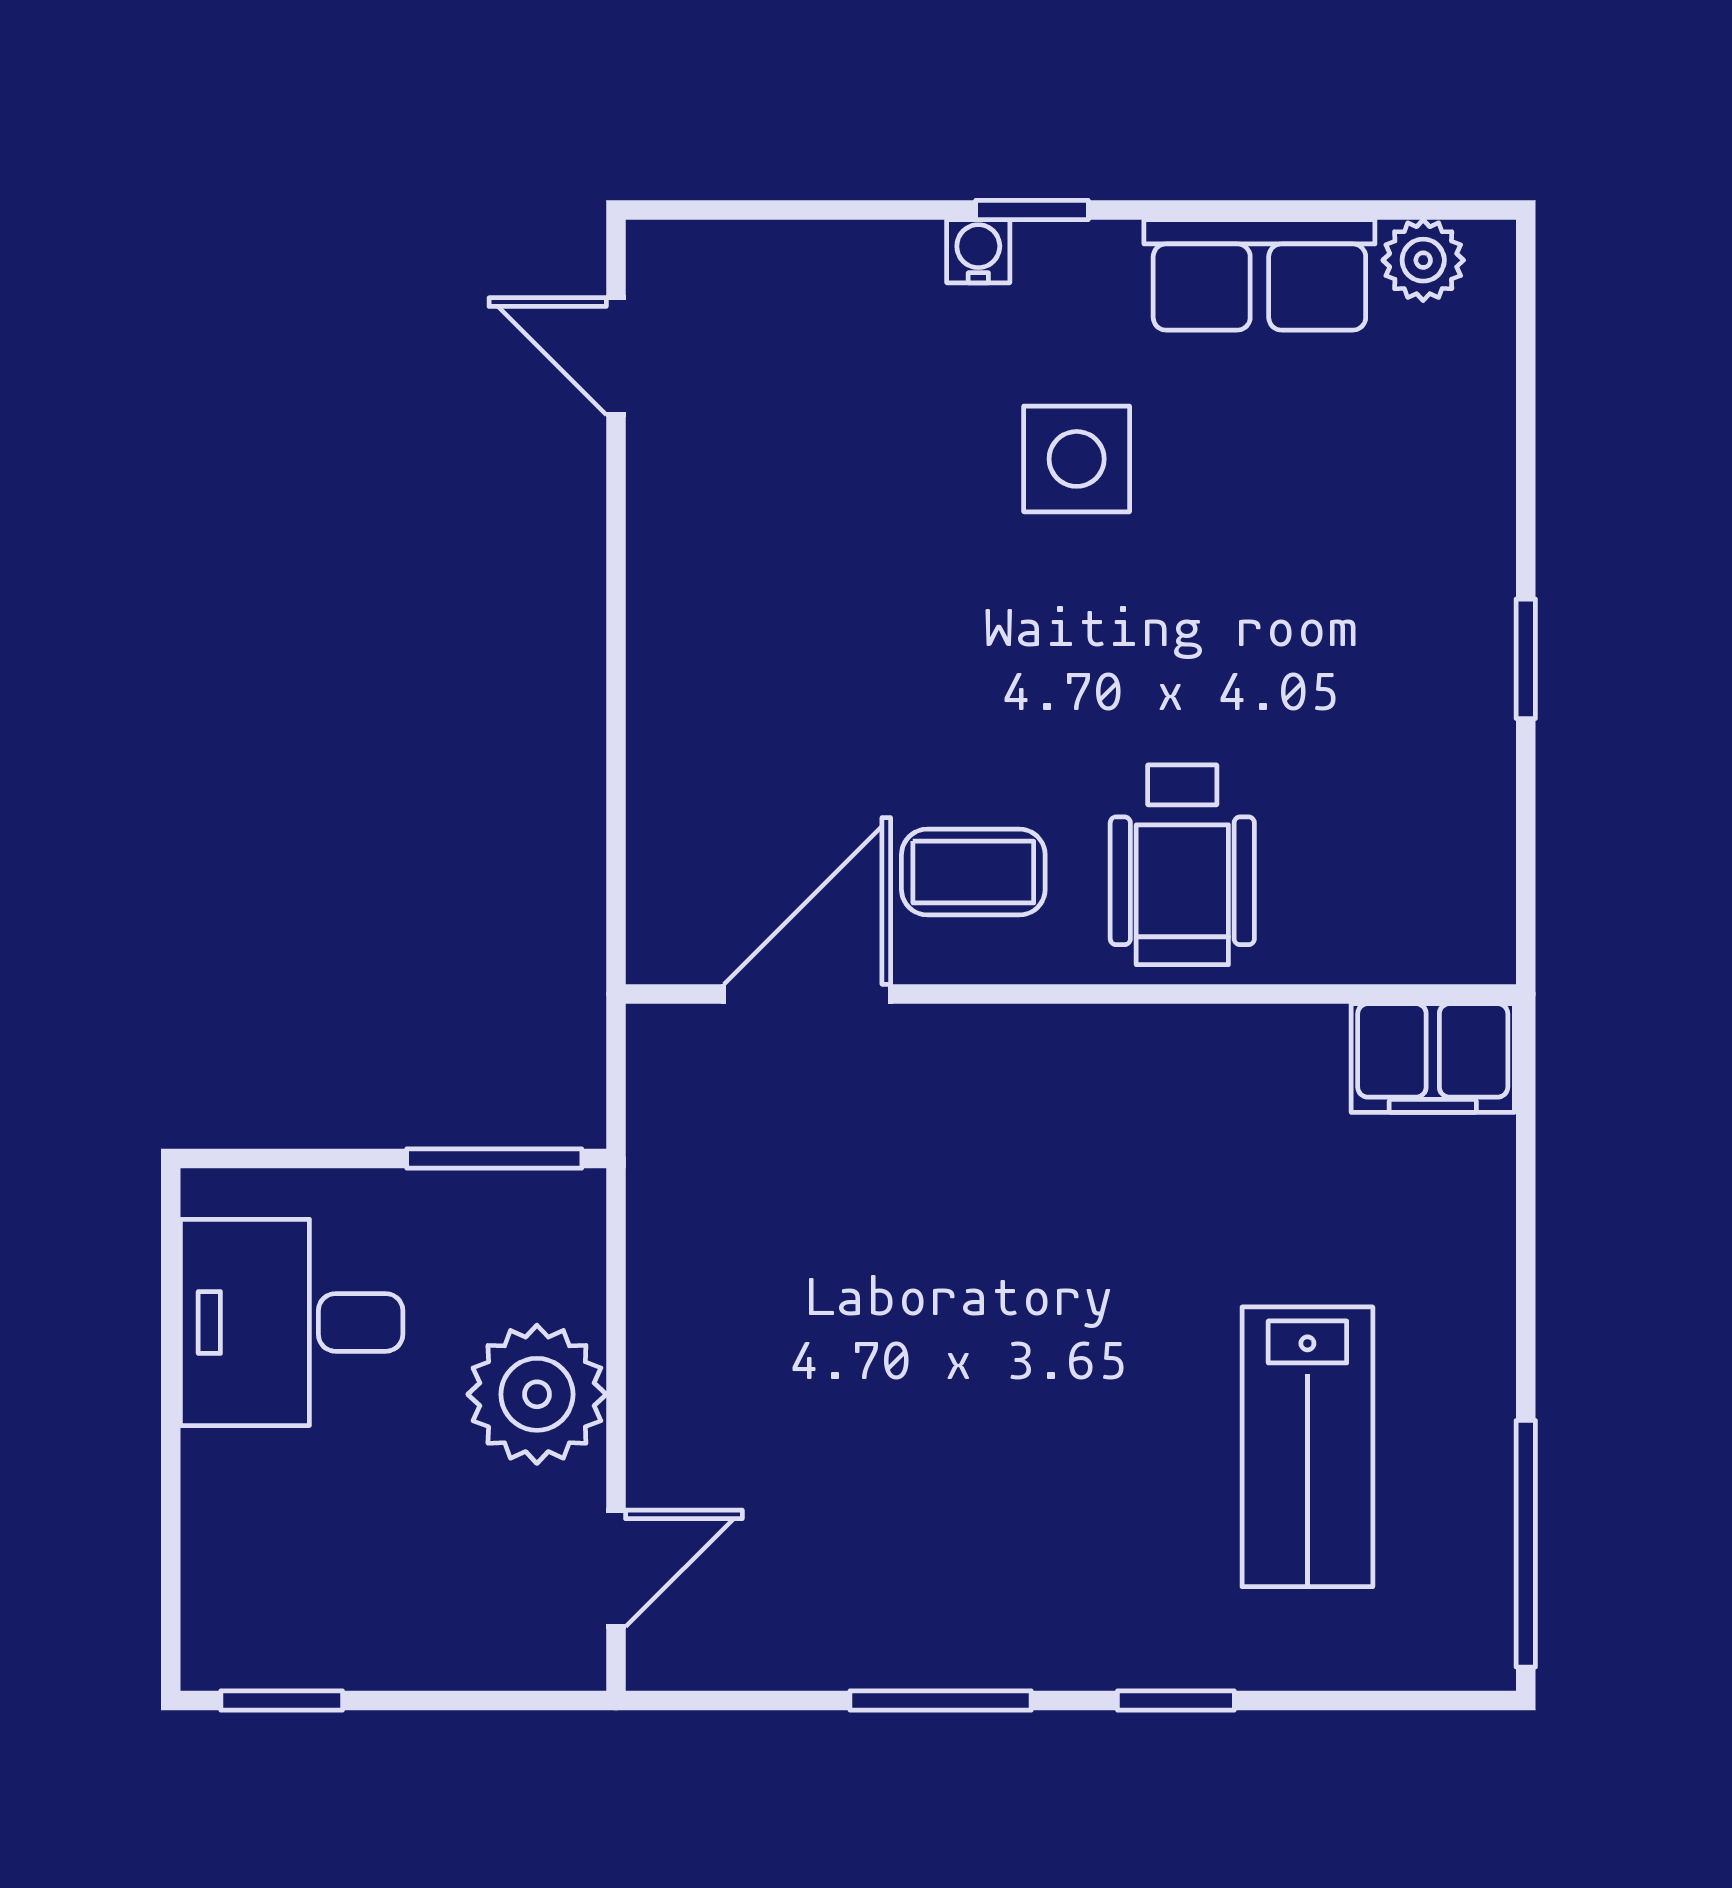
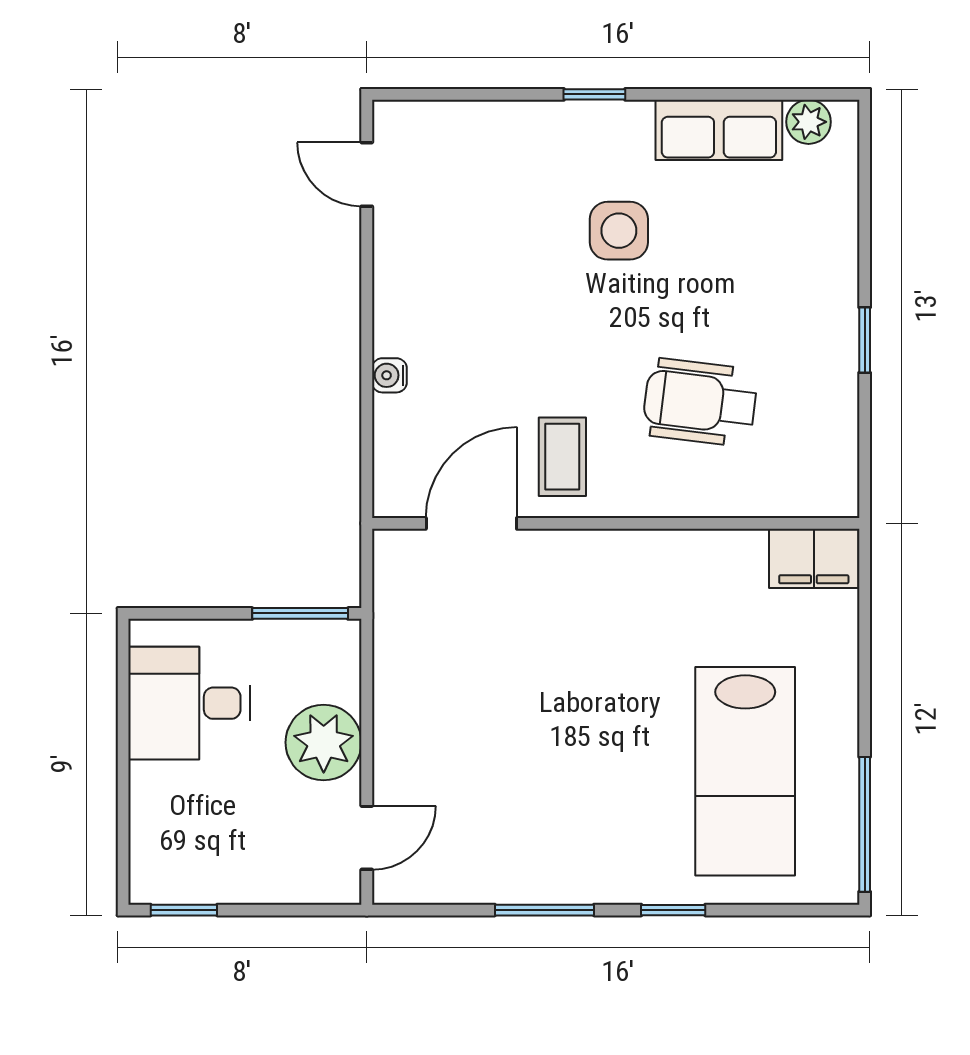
water cooler: (978, 251) -> (389, 375), moved, turned -90
wheelchair: (1182, 865) -> (700, 402), moved, turned 97
coffee table: (973, 872) -> (562, 457), turned 90
lab bench: (1307, 1447) -> (745, 771), width x1.36, depth x1.39

